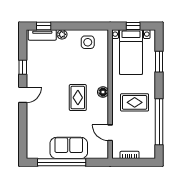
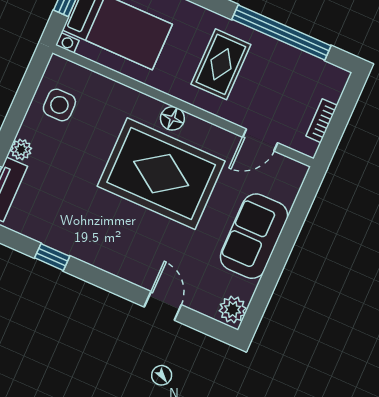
door: (23, 95) -> (163, 306), moved
rug: (78, 98) -> (161, 174), width x1.86, depth x2.06
plant: (34, 153) -> (233, 309), added
window: (62, 162) -> (276, 263), removed

